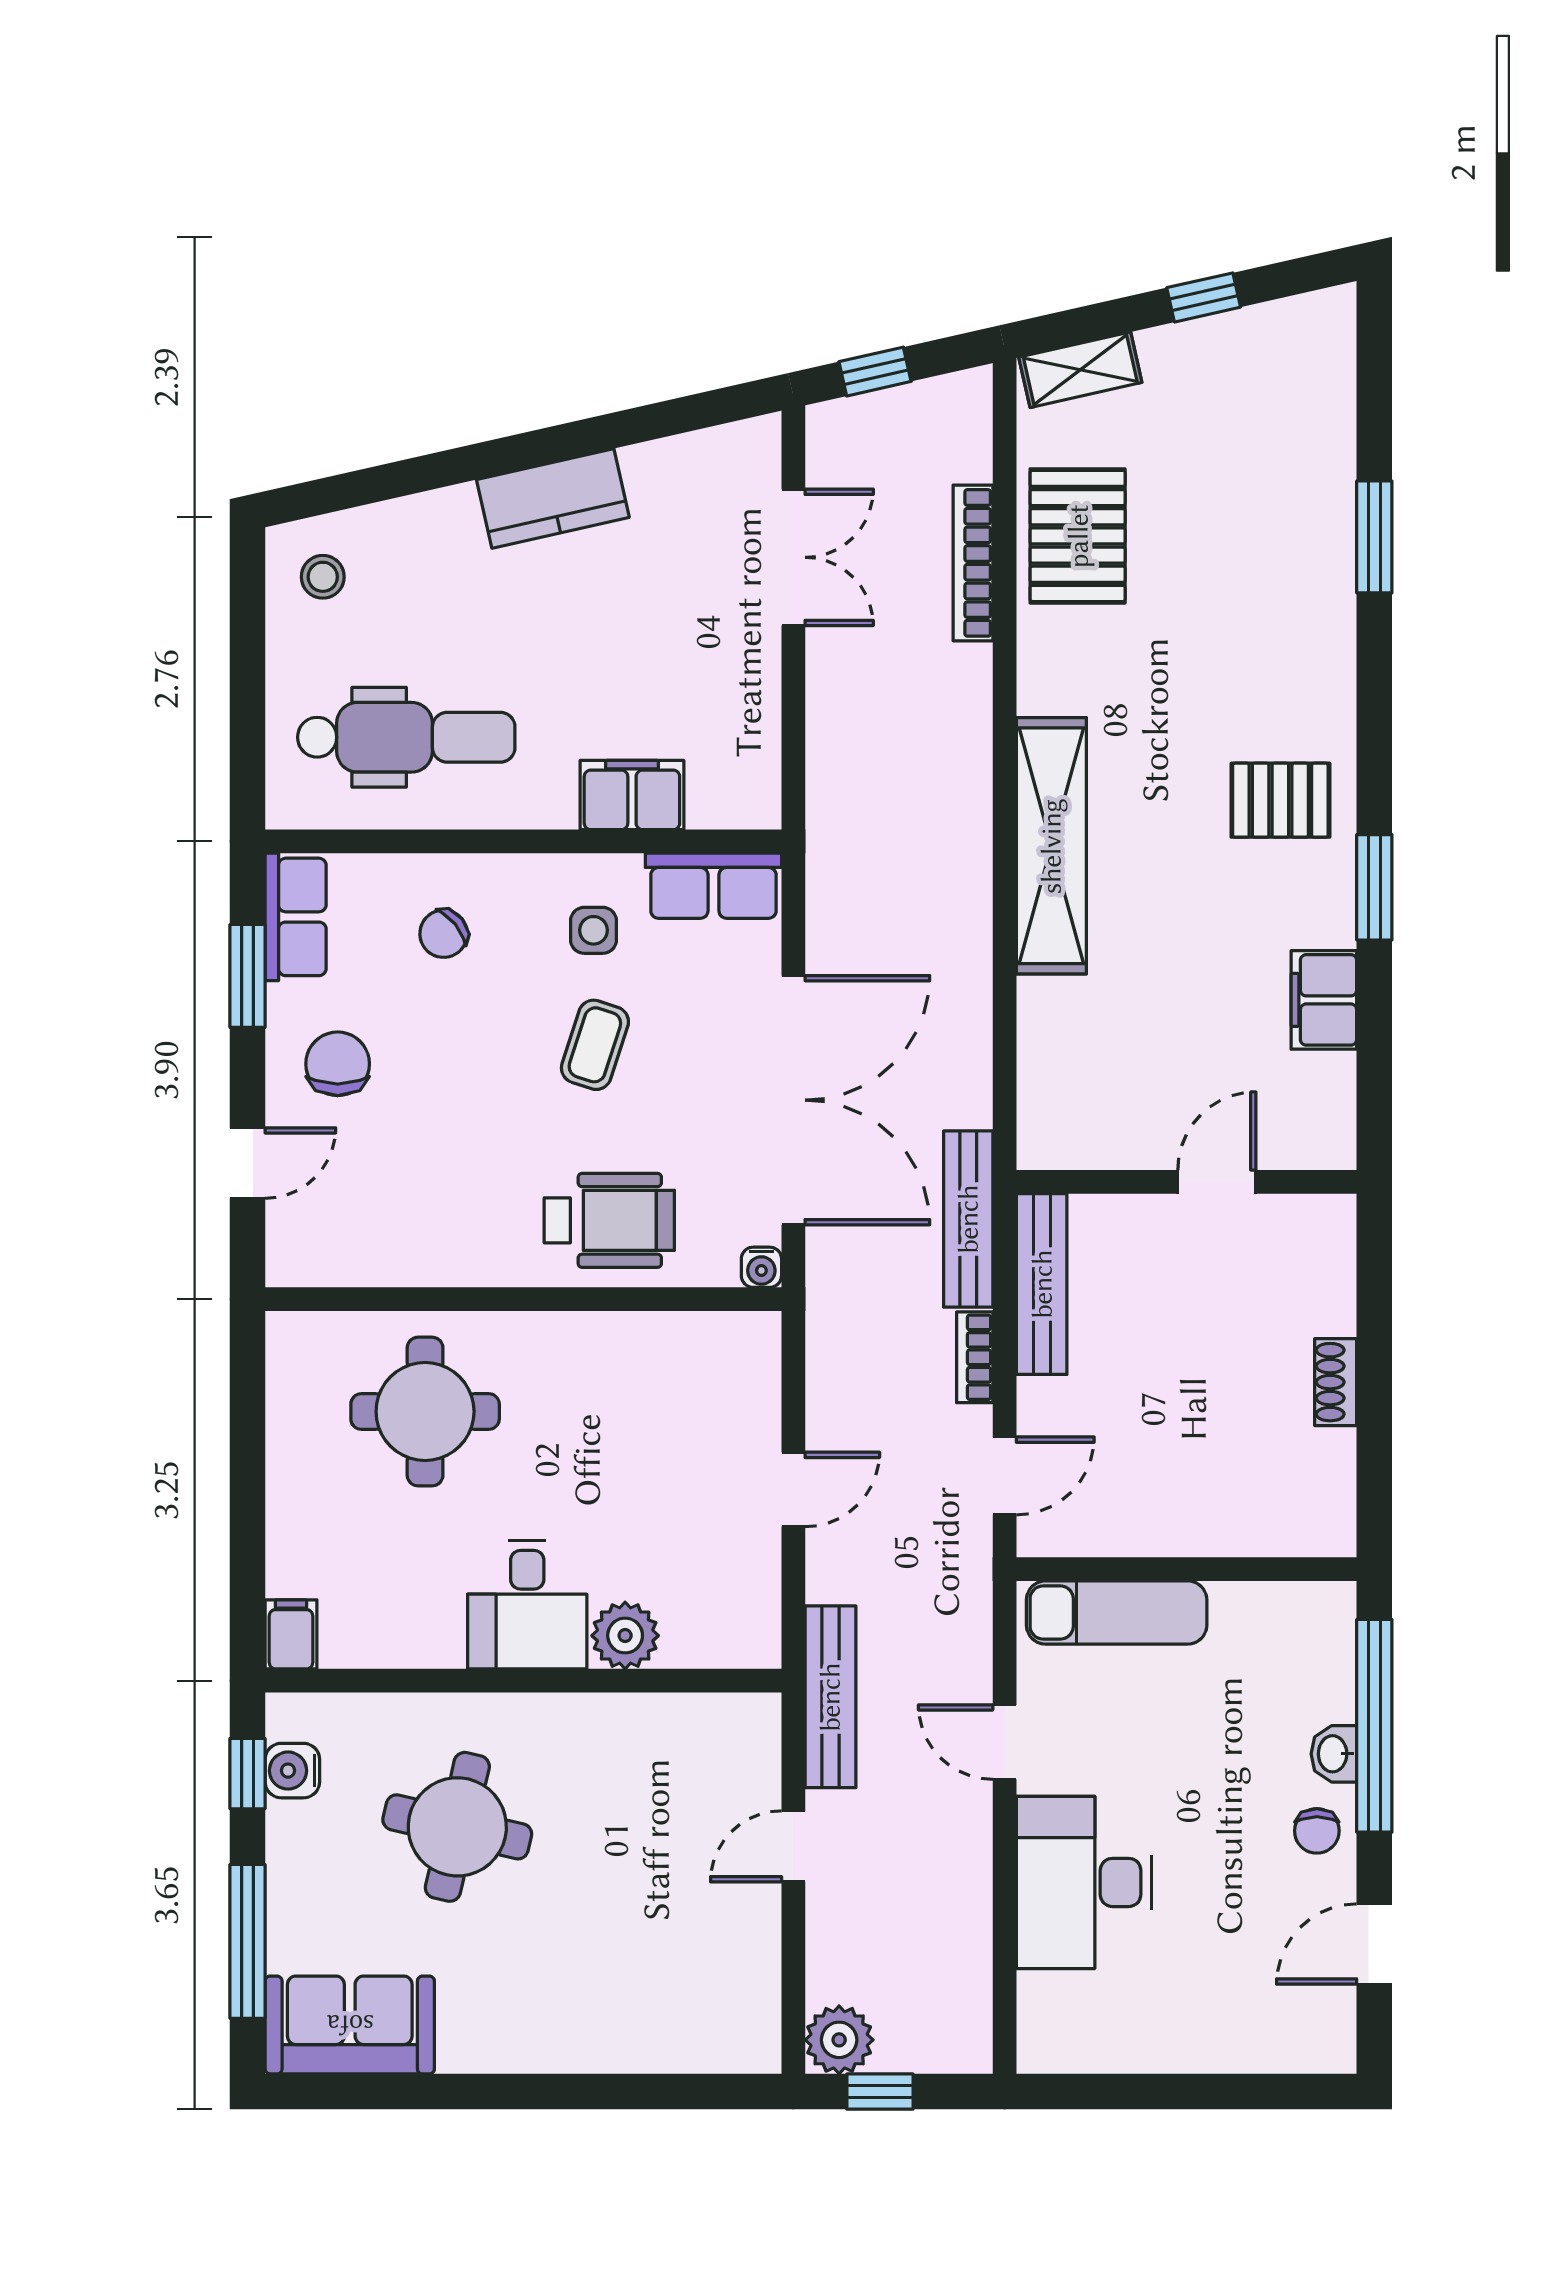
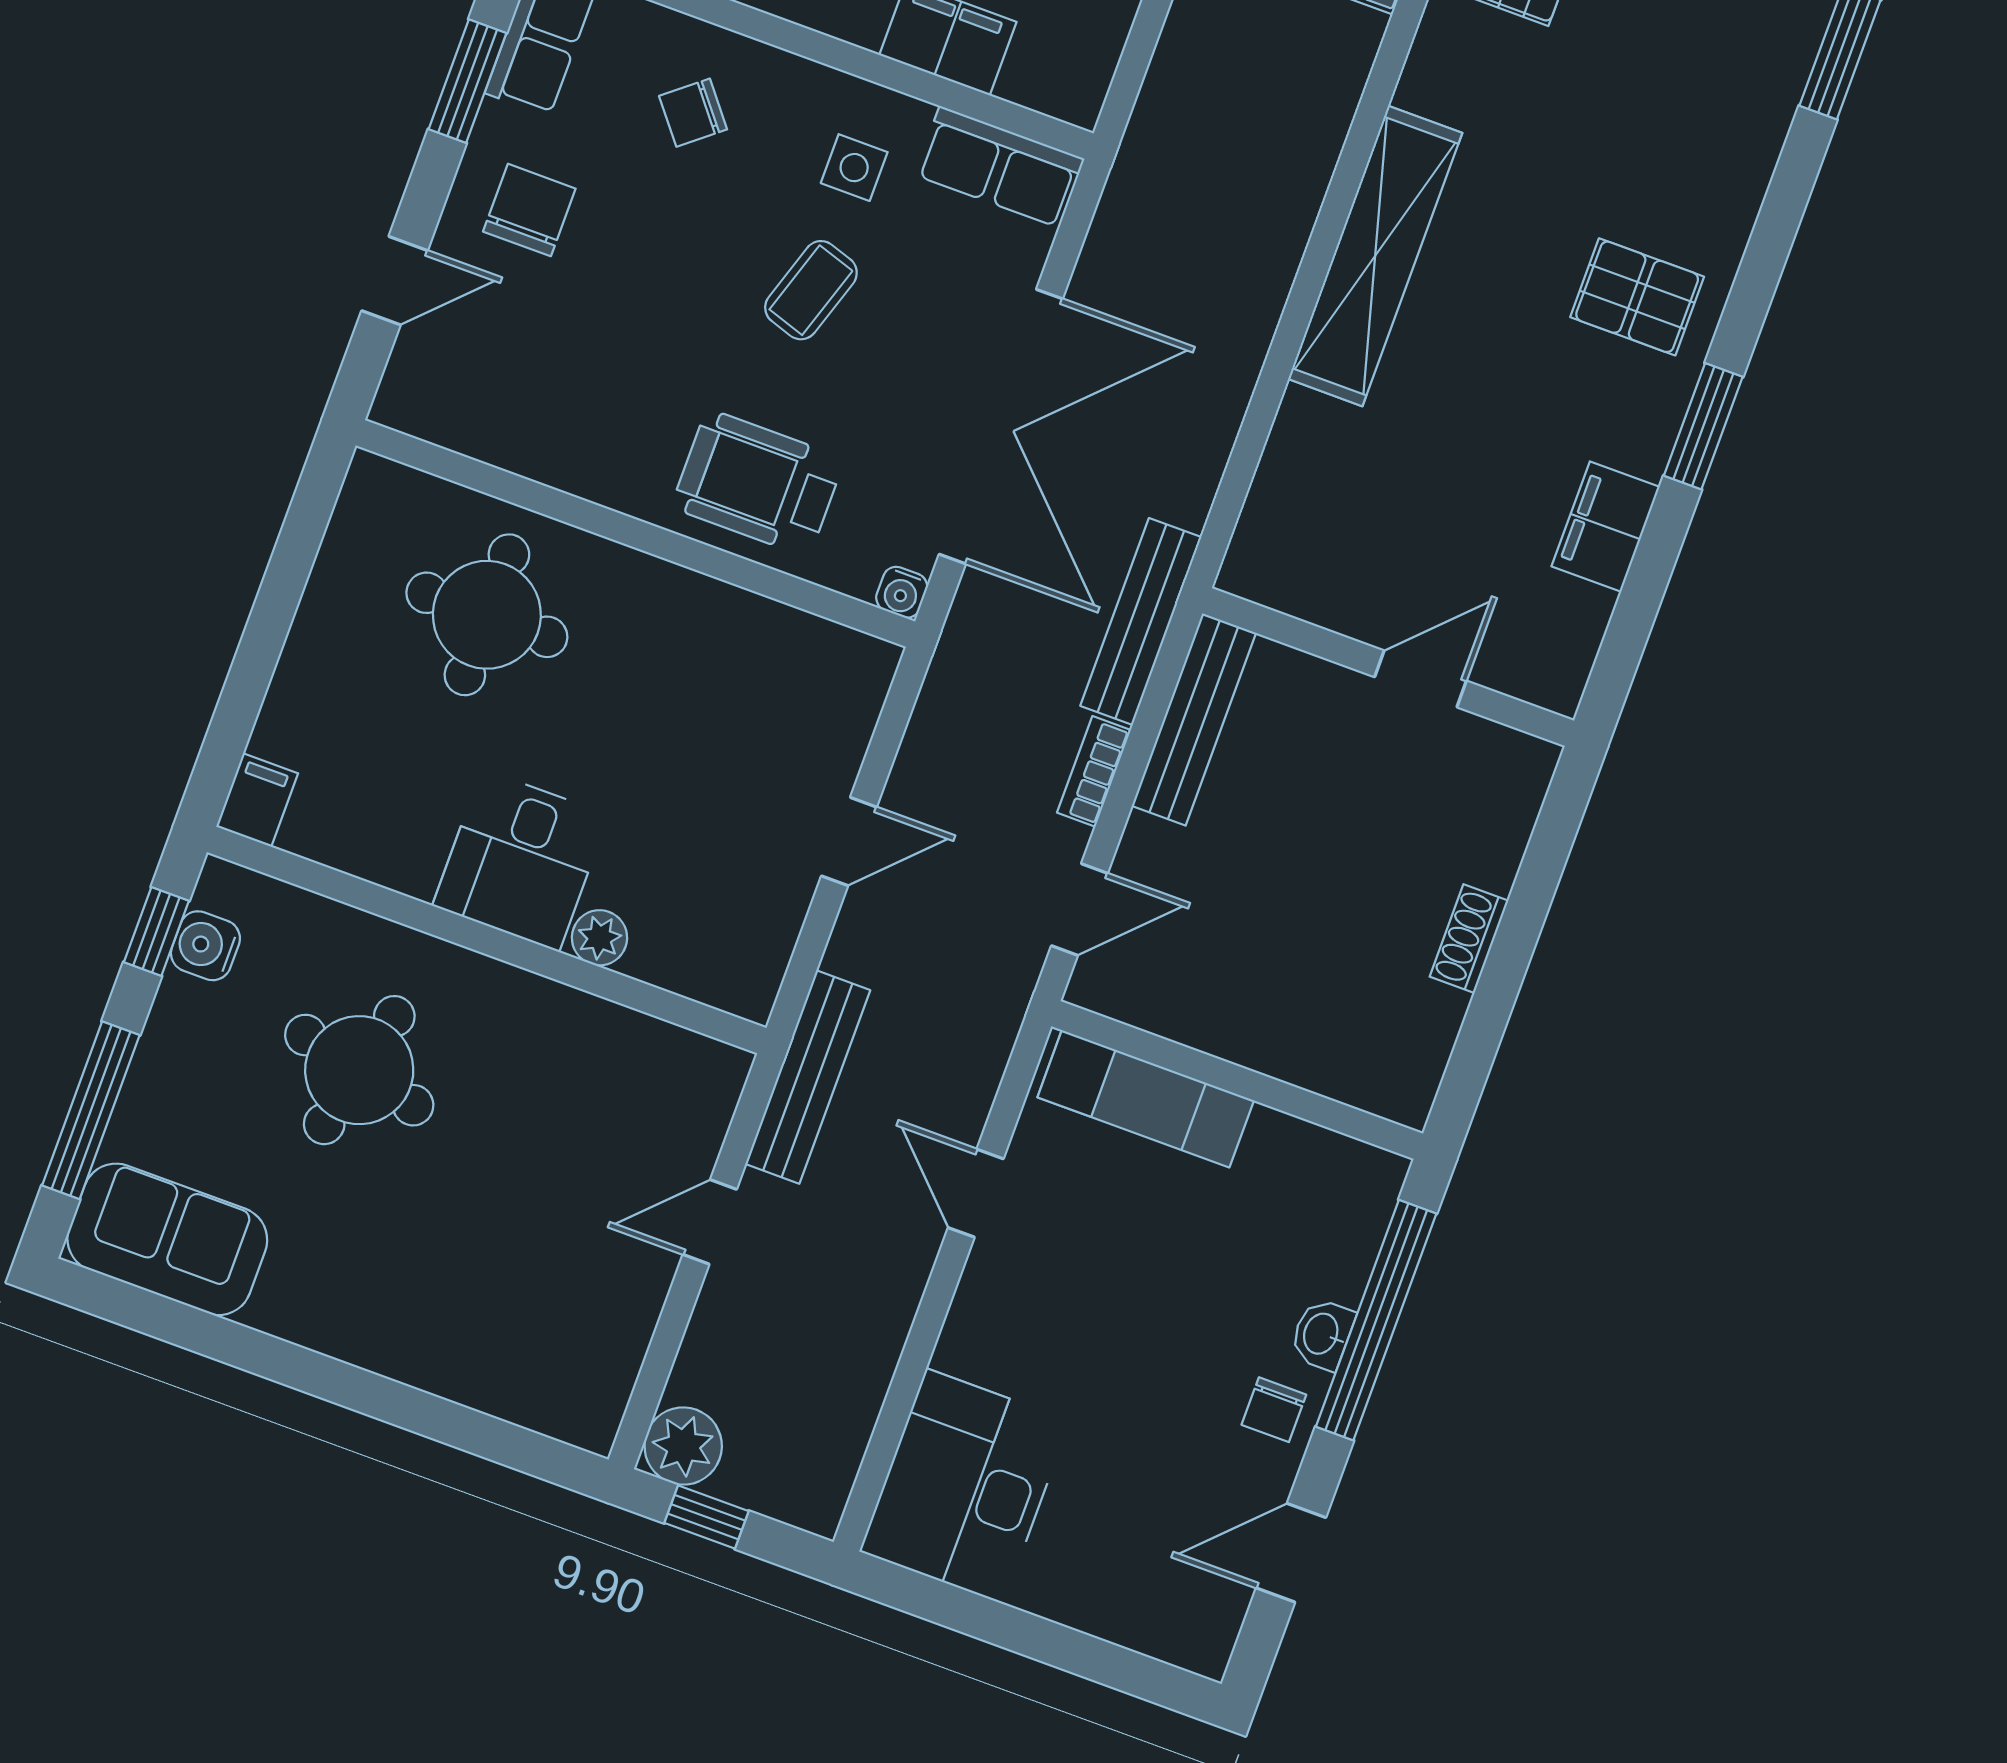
wheelchair: (609, 1220) -> (758, 483), turned 180
plant: (625, 1636) -> (599, 938), width x0.73, depth x0.73
desk: (1084, 1882) -> (965, 1486), moved

